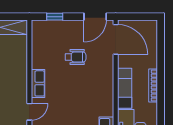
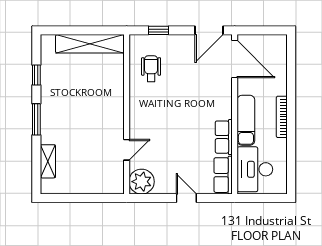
wheelchair: (75, 57) -> (151, 69), moved, turned -90
row of seats: (38, 83) -> (224, 137), moved, turned 180

